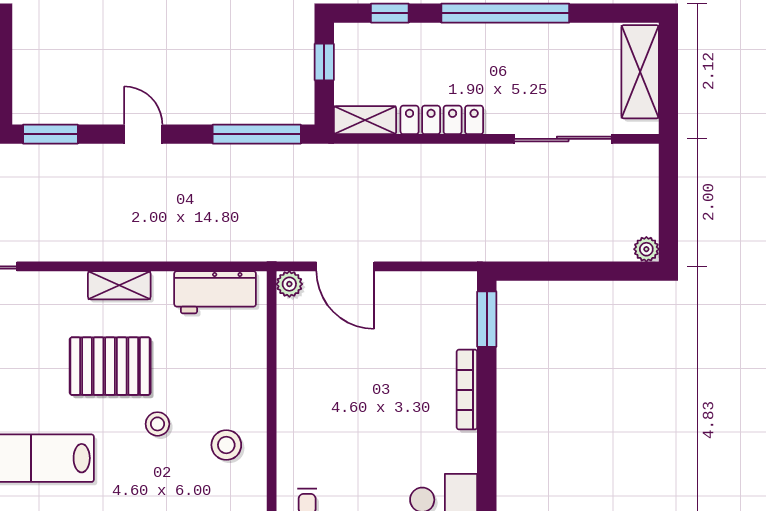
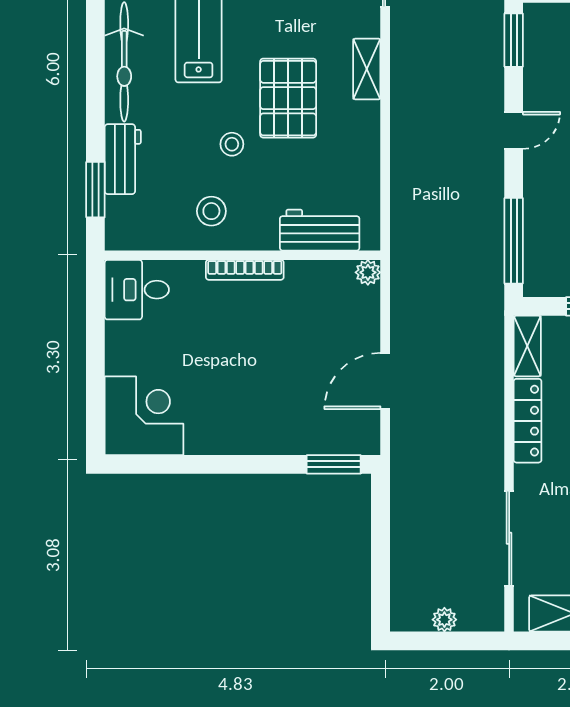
plant: (646, 249) -> (444, 620), moved
door: (345, 266) -> (385, 381), moved
shelving: (119, 285) -> (367, 69), moved
workbench: (215, 292) -> (320, 230), moved, turned 90
bookcase: (467, 390) -> (245, 270), moved, turned 180

